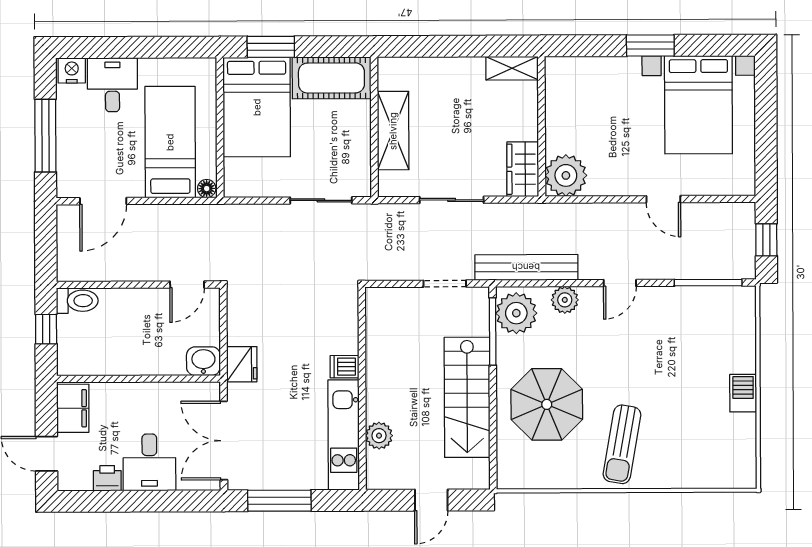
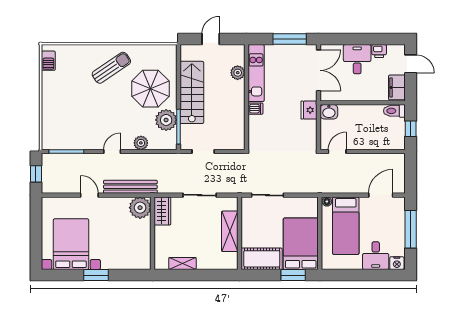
shelving: (512, 68) -> (183, 263), moved
bench: (526, 267) -> (130, 187), moved
toilet: (77, 301) -> (394, 111), moved
plant: (516, 313) -> (166, 120), moved
barbecue: (743, 393) -> (48, 61), moved
sun lounger: (622, 444) -> (111, 68), turned 46

